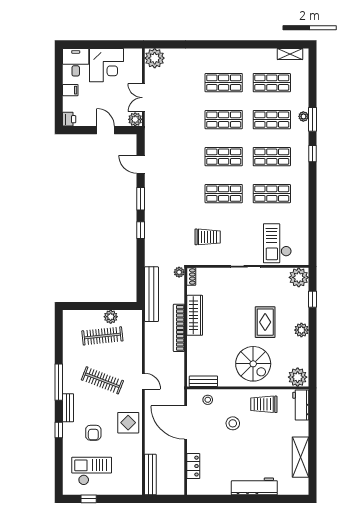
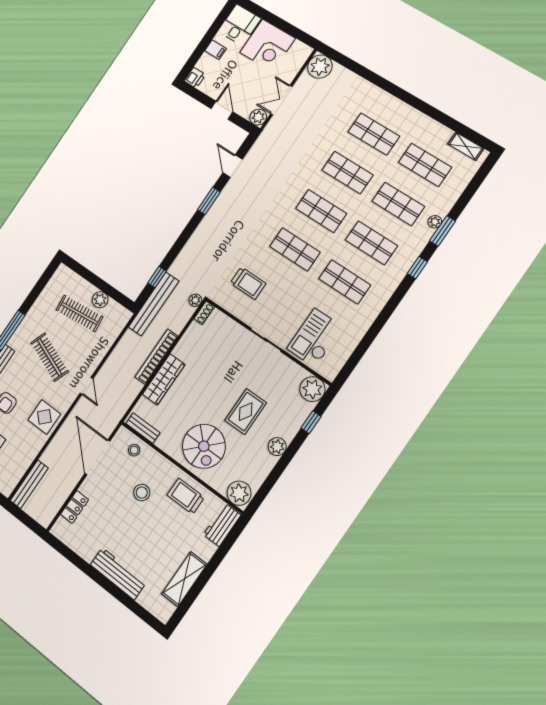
window: (141, 230) -> (157, 277), moved
wardrobe: (195, 315) -> (164, 379), moved

